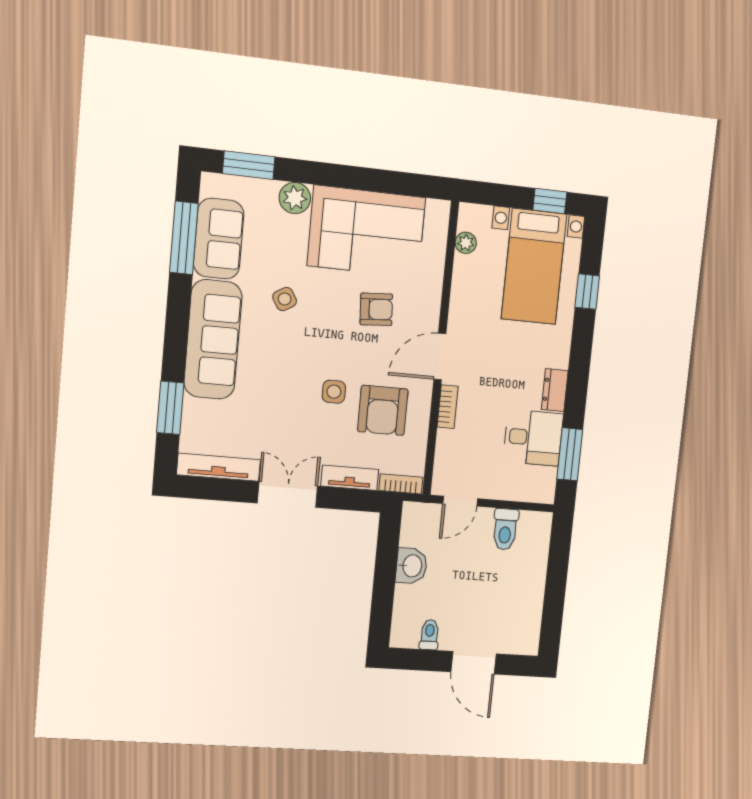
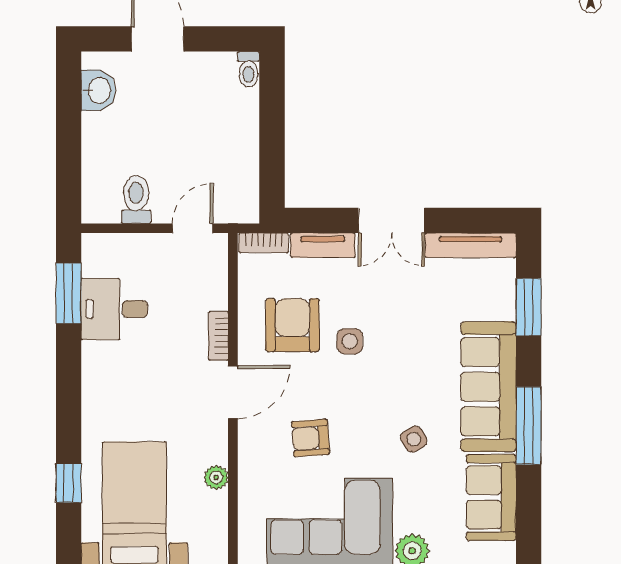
window: (184, 238) -> (529, 426), moved
plant: (466, 243) -> (216, 477), moved
dresser: (555, 390) -> (95, 366), removed
washbasin: (411, 566) -> (98, 90), moved, turned 180
toilet: (429, 635) -> (248, 69), moved

